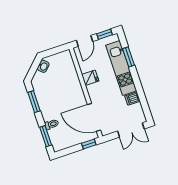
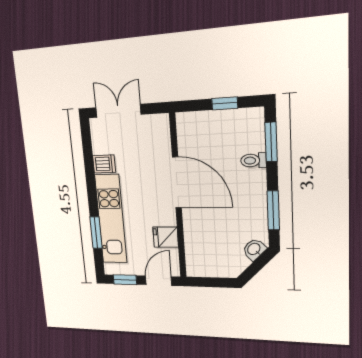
washbasin: (43, 66) -> (254, 249), moved
fridge: (90, 78) -> (166, 237), moved
door: (94, 117) -> (177, 183), moved
window: (89, 144) -> (225, 103), moved

